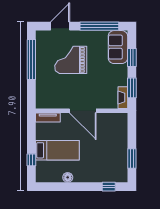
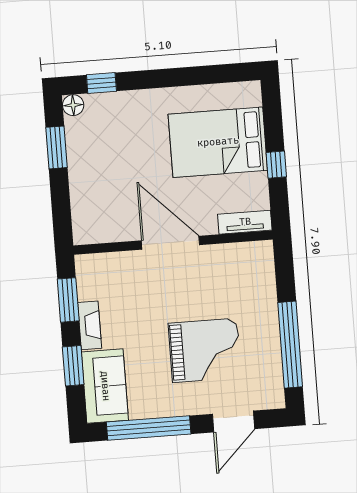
fireplace: (123, 98) -> (90, 325), moved
bed: (57, 150) -> (218, 142), width x1.50
window: (31, 160) -> (276, 165), moved
floor lamp: (68, 177) -> (73, 105), moved

